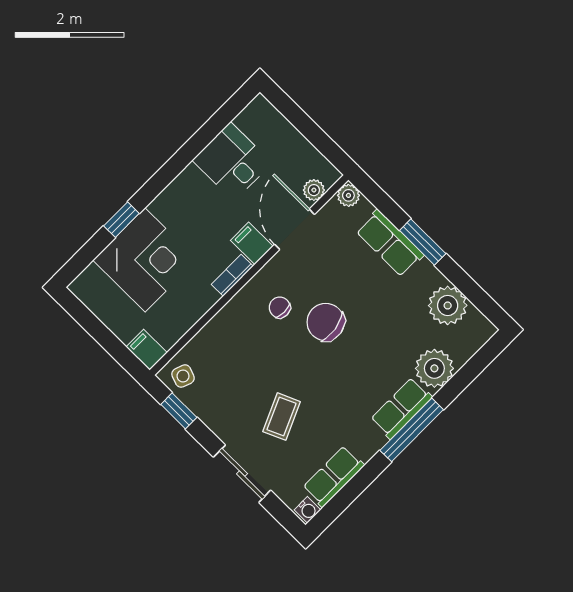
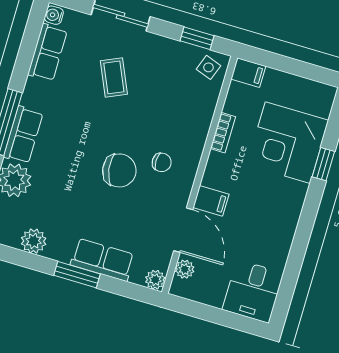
desk: (232, 162) -> (253, 291), moved, turned 90
bookcase: (232, 275) -> (223, 133), moved
plant: (448, 305) -> (34, 241), width x0.73, depth x0.73

